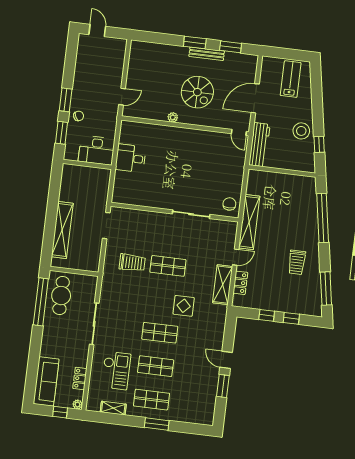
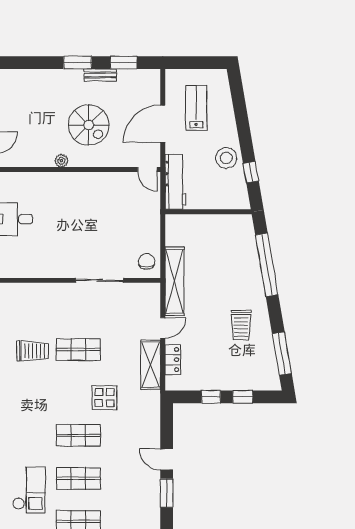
bench: (207, 54) -> (100, 75), width x0.73
lab bench: (291, 79) -> (196, 108), moved

